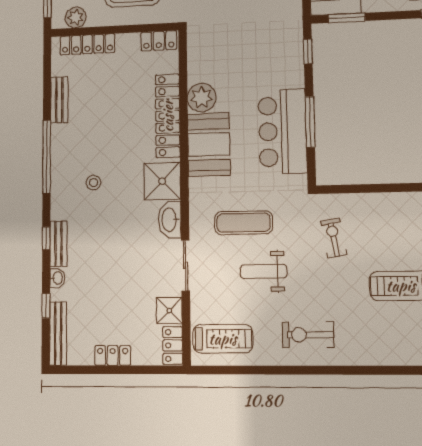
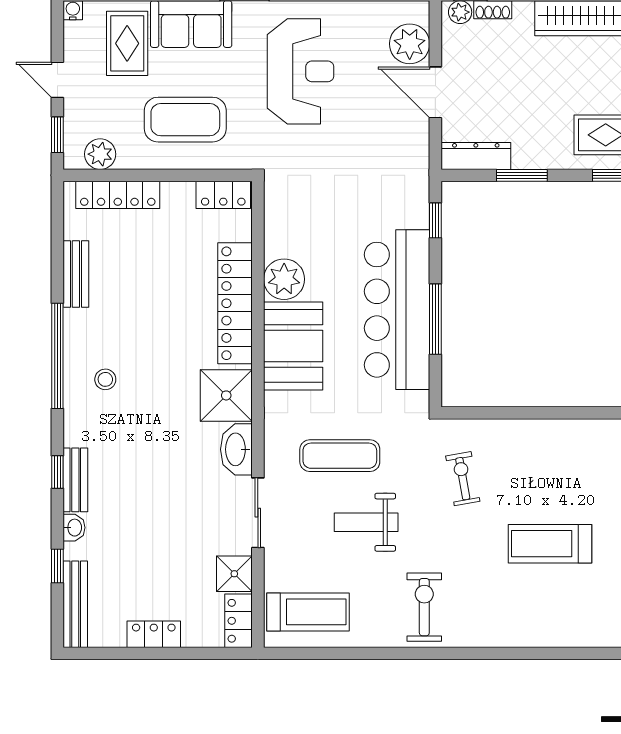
window: (347, 18) -> (522, 175), moved
bar counter: (282, 131) -> (397, 310), width x1.36
stool: (93, 183) -> (105, 379), moved
exercise bike: (308, 335) -> (424, 607), turned 90

